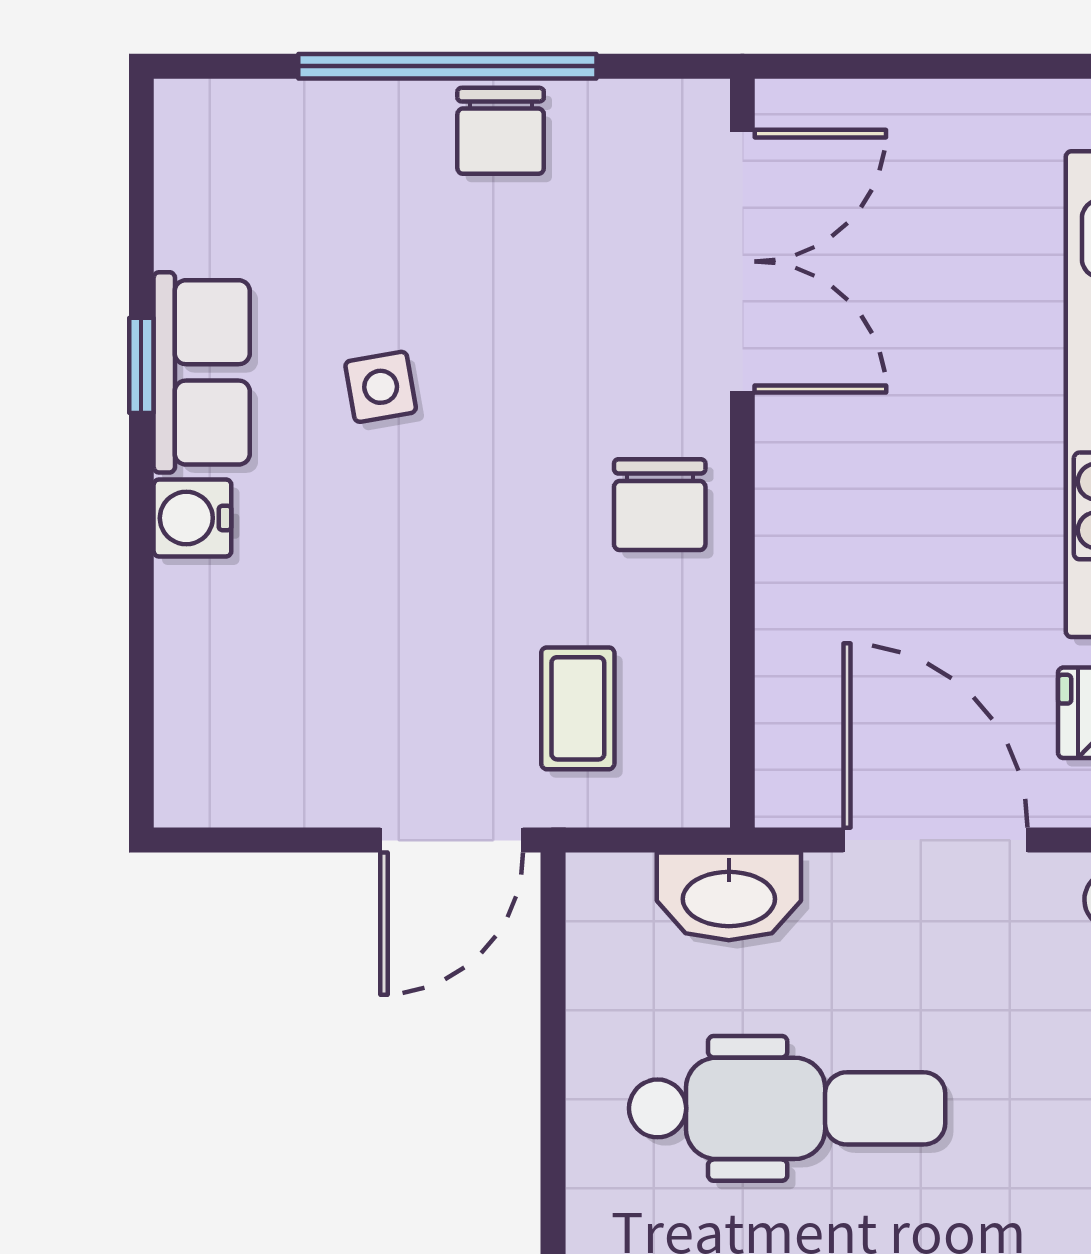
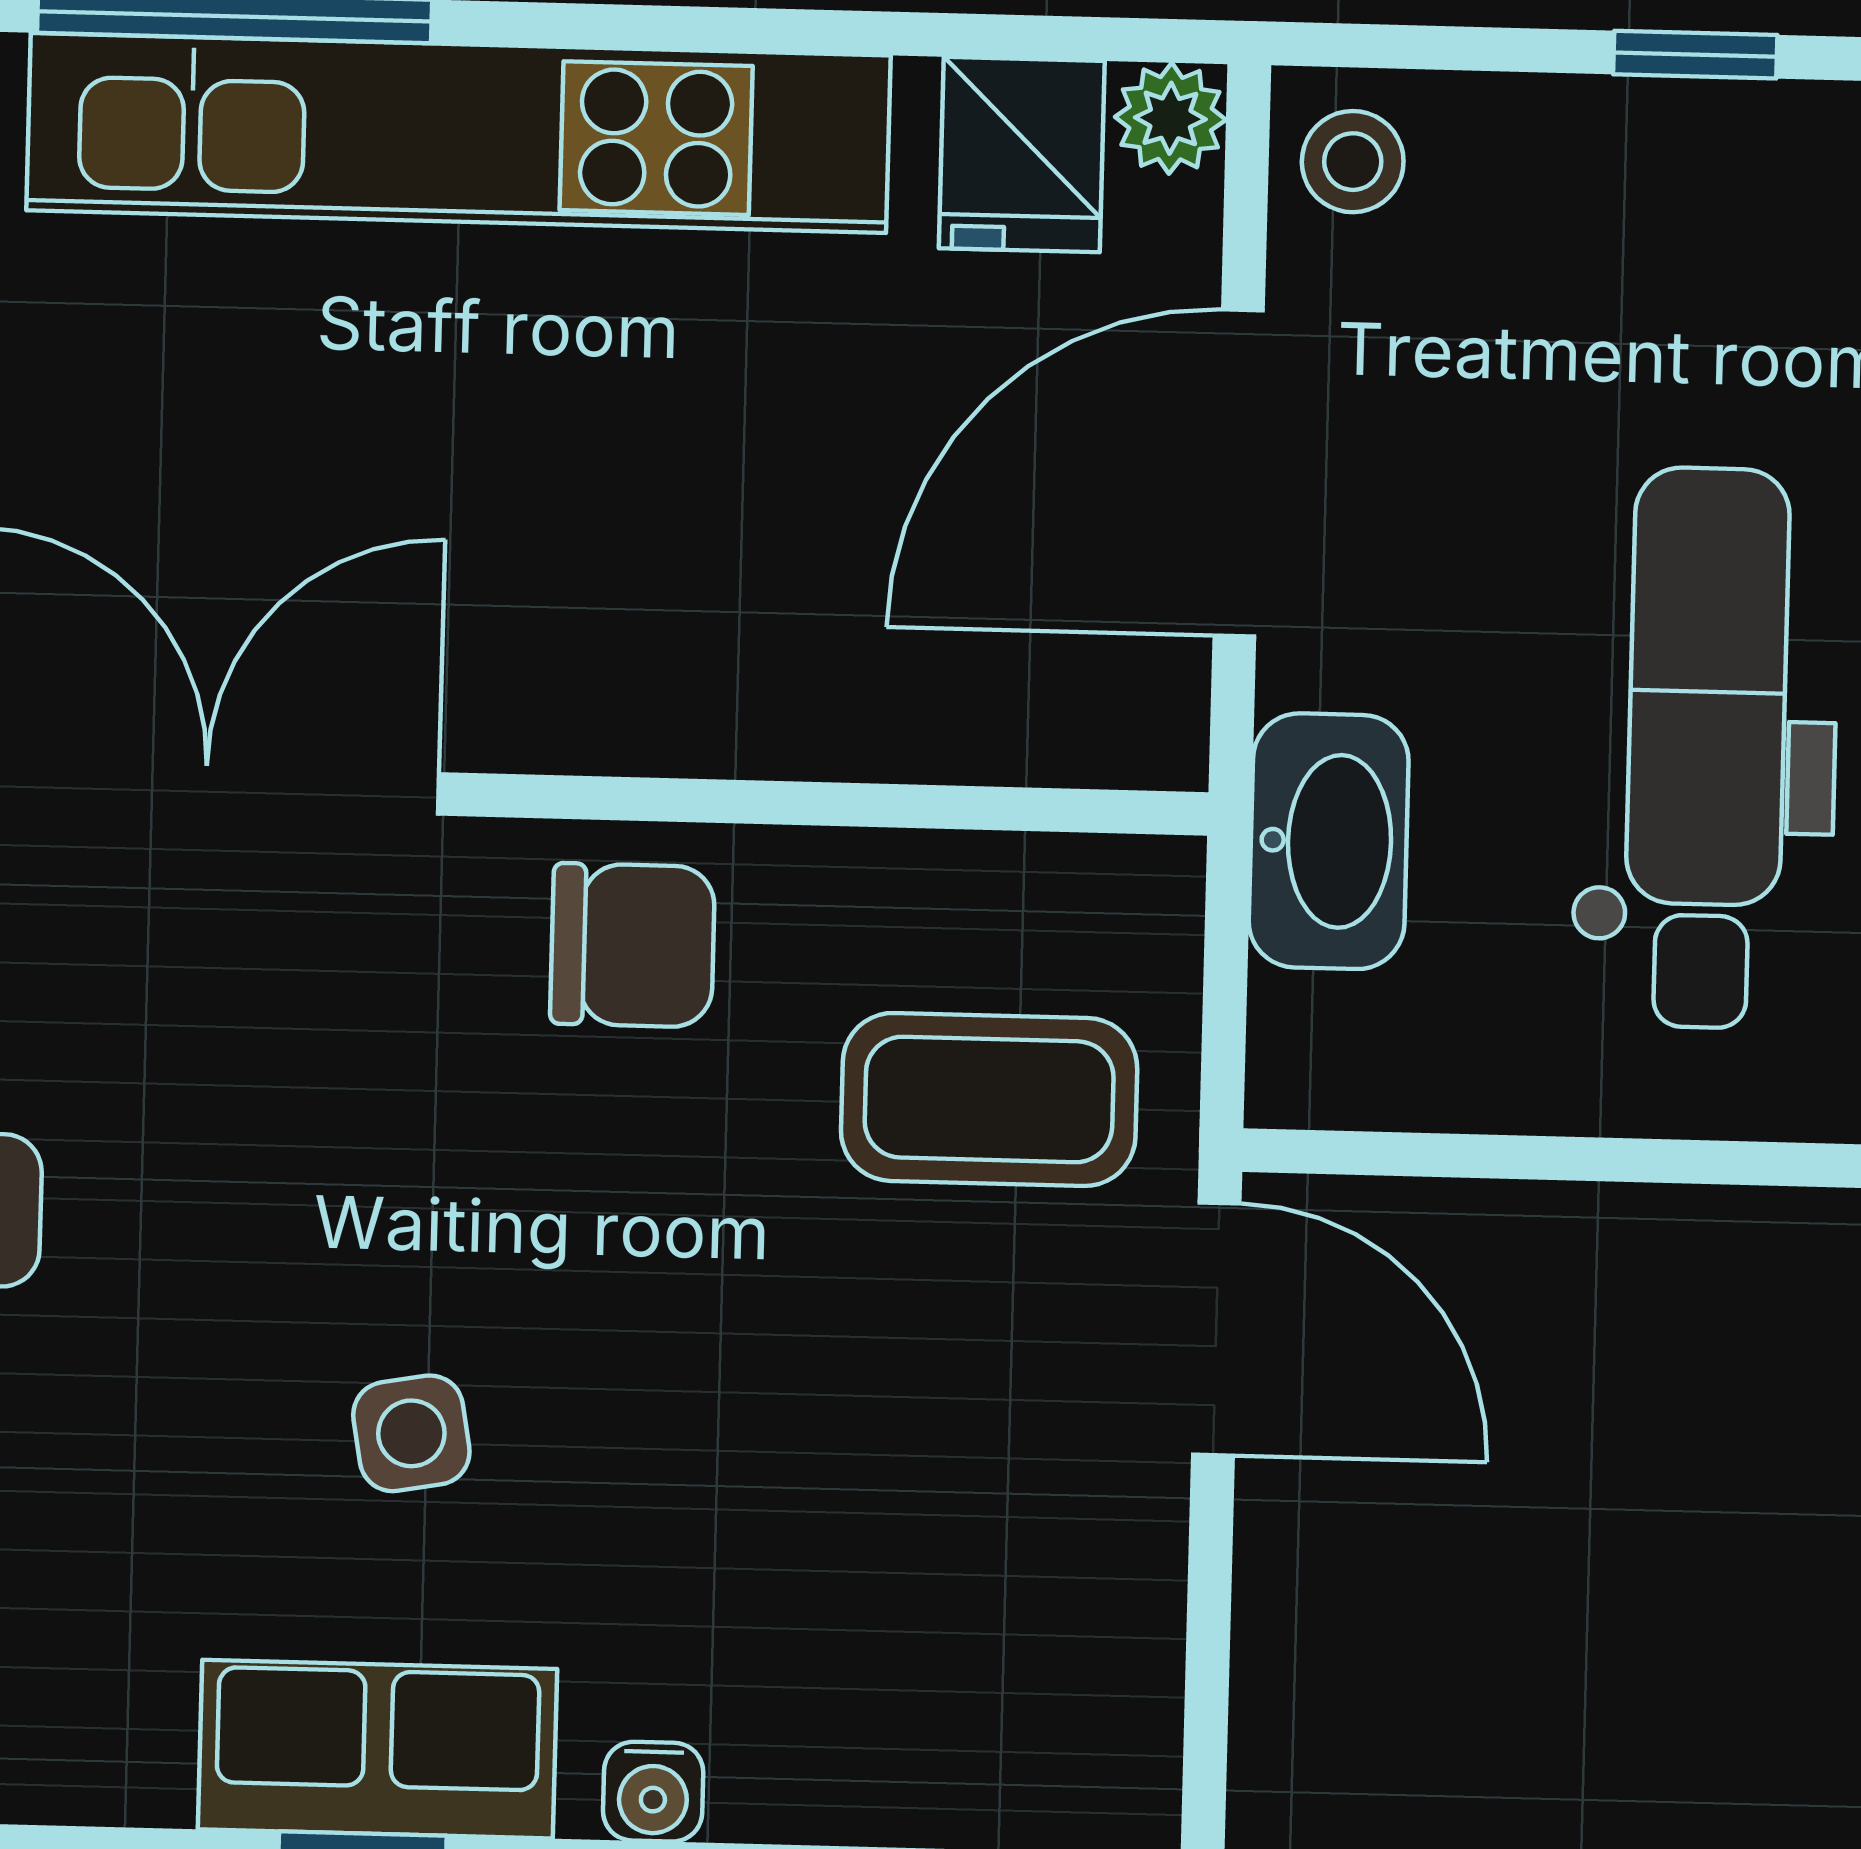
water cooler: (192, 518) -> (653, 1792), width x0.72, depth x0.72
coffee table: (578, 708) -> (989, 1099), width x1.36, depth x1.30

